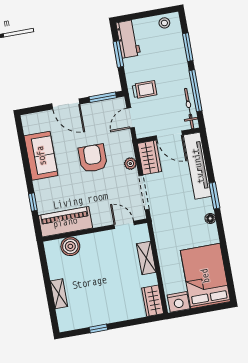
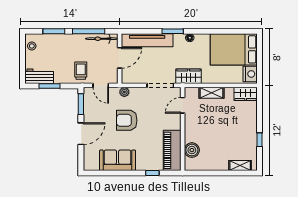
wardrobe: (150, 157) -> (189, 76), moved
plant: (130, 164) -> (124, 92), moved
shelving: (59, 294) -> (240, 166), moved

